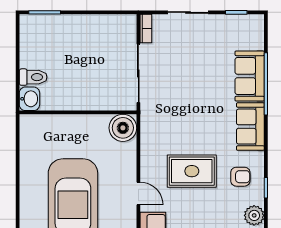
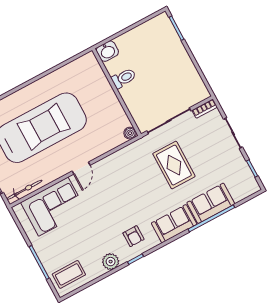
toilet: (33, 77) -> (124, 78), moved, turned -90
boiler: (123, 128) -> (130, 133), width x0.54, depth x0.54
rug: (192, 171) -> (174, 165), moved

